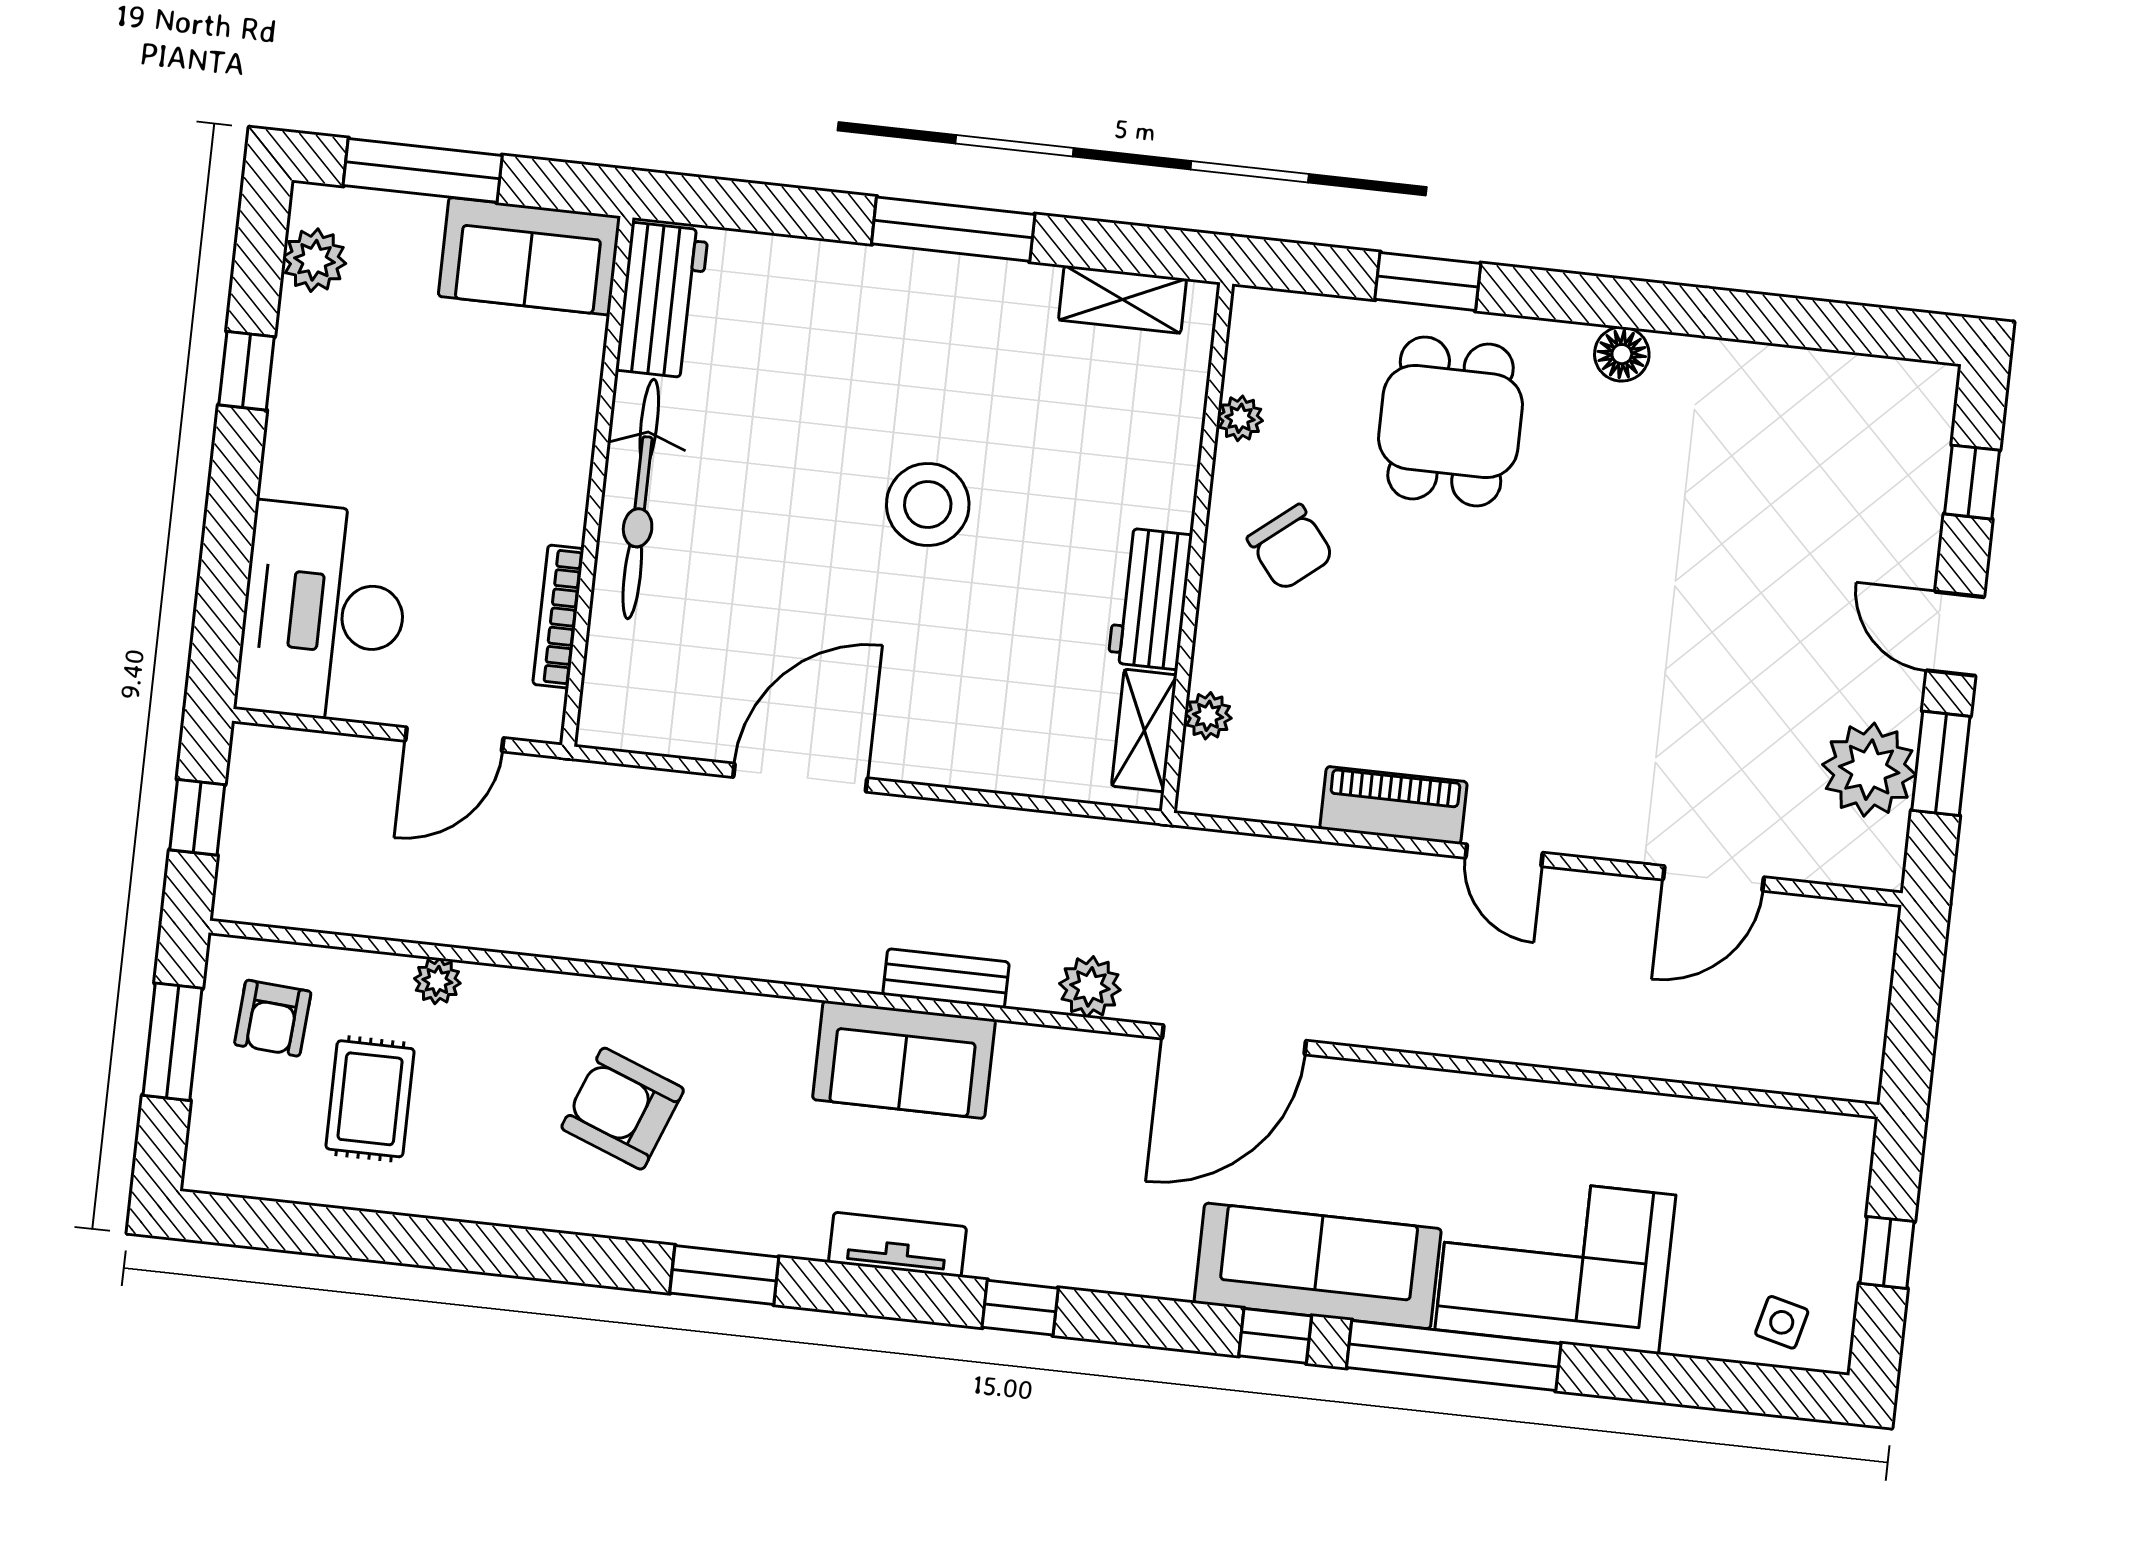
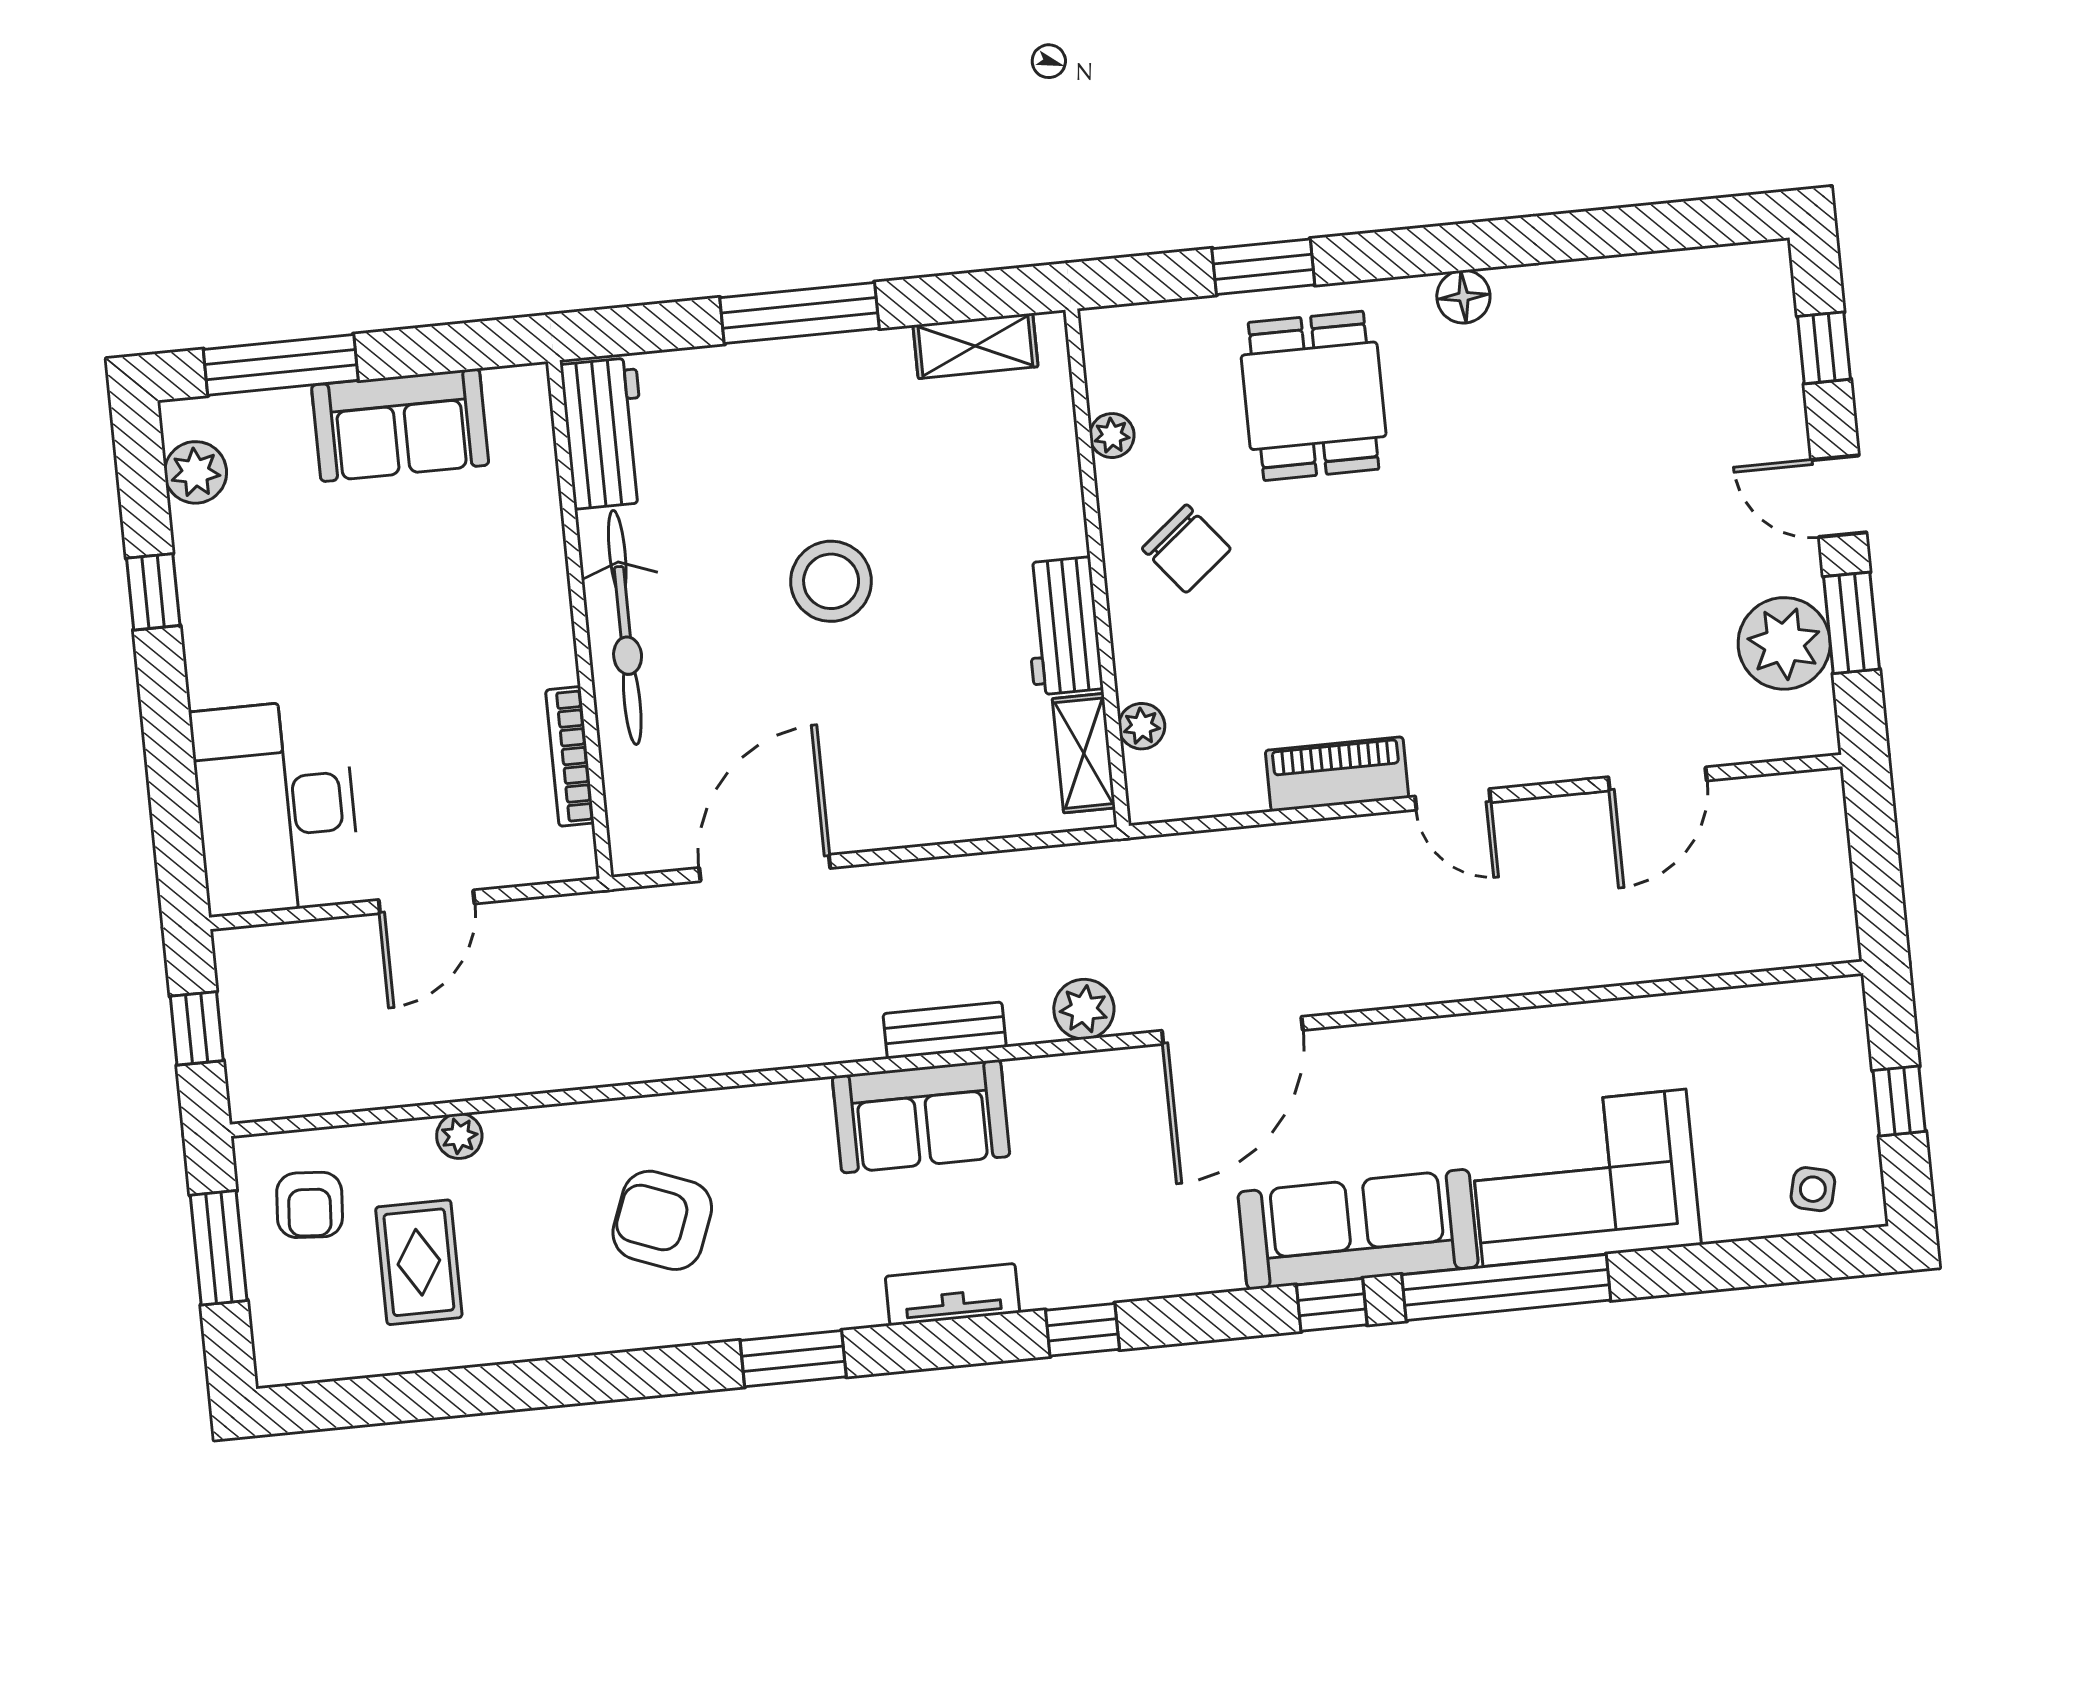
workbench: (662, 300) -> (605, 433), moved
wall: (597, 481) -> (580, 619), moved
bicycle: (641, 499) -> (625, 627), moved
bookcase: (558, 617) -> (570, 756), moved

